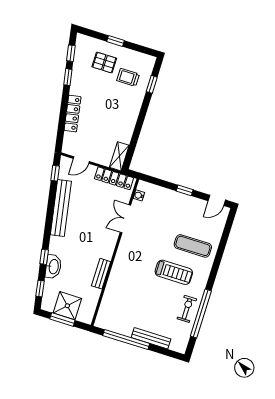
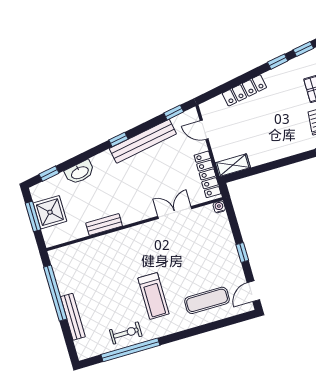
water cooler: (139, 195) -> (219, 207), moved
door: (217, 200) -> (253, 291), hinge flipped
exercise mat: (193, 246) -> (207, 300), moved, turned 90
window: (44, 257) -> (118, 140), moved

